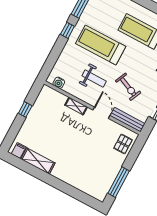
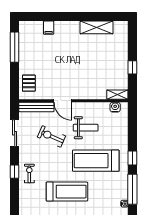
treadmill: (101, 45) -> (96, 161), turned 180
weight bench: (94, 79) -> (86, 128), turned 180
shelving: (76, 106) -> (117, 95), moved
filing cabinet: (19, 150) -> (49, 28), moved

